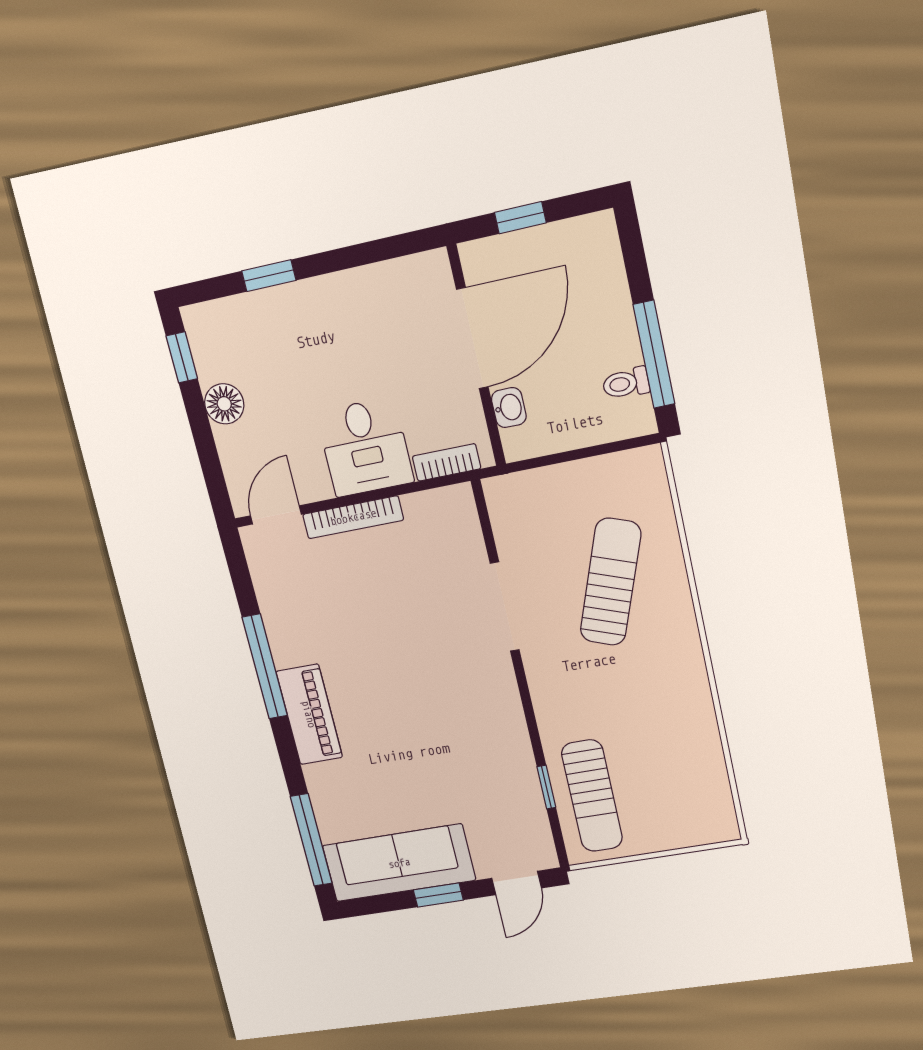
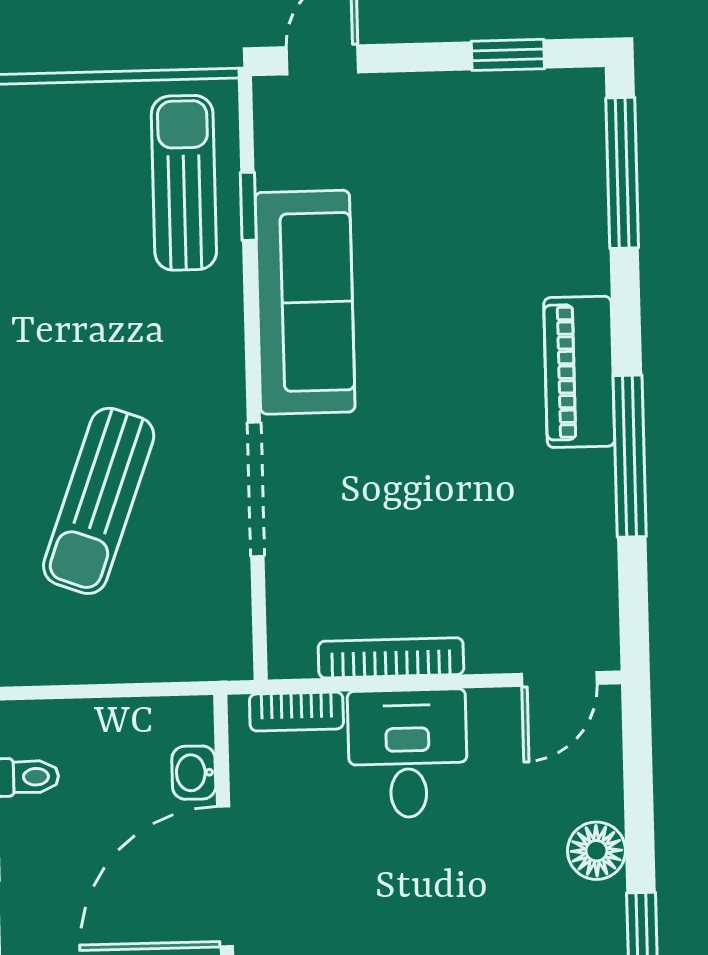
bookcase: (353, 517) -> (391, 658), moved
sofa: (399, 863) -> (305, 302), moved, turned -90
window: (438, 895) -> (508, 55), moved

